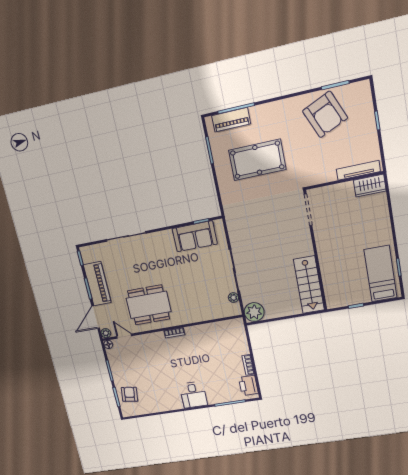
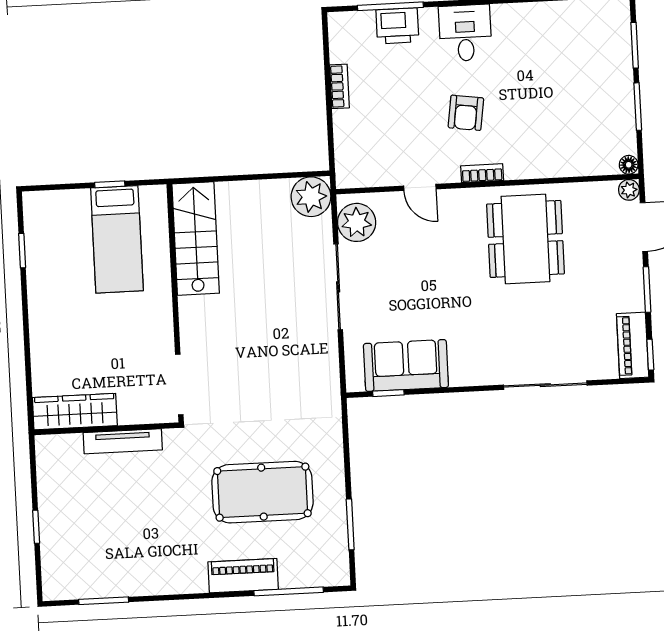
armchair: (325, 114) -> (128, 553), removed
piano: (231, 120) -> (243, 576), moved
tv unit: (358, 170) -> (123, 441), moved
wardrobe: (370, 186) -> (75, 412), width x1.50
bed: (381, 274) -> (117, 239), moved
piano: (97, 284) -> (633, 345), moved, width x0.73, depth x0.75
plant: (233, 298) -> (357, 222), width x1.88, depth x1.88
dining table: (149, 305) -> (525, 239), turned 90
door: (124, 336) -> (420, 187), moved
printer: (248, 385) -> (397, 26), moved, turned 90
armchair: (129, 394) -> (466, 113), moved

